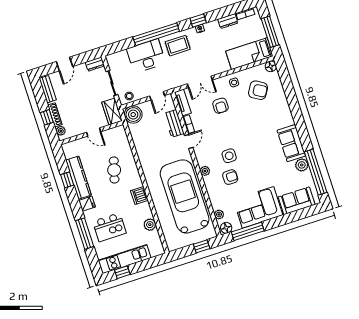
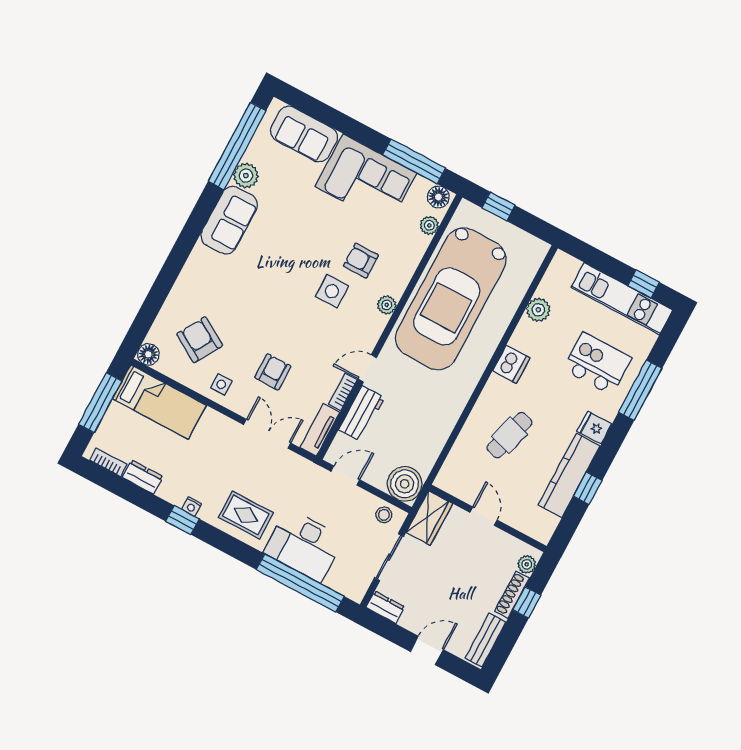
window: (156, 34) -> (300, 583), moved

